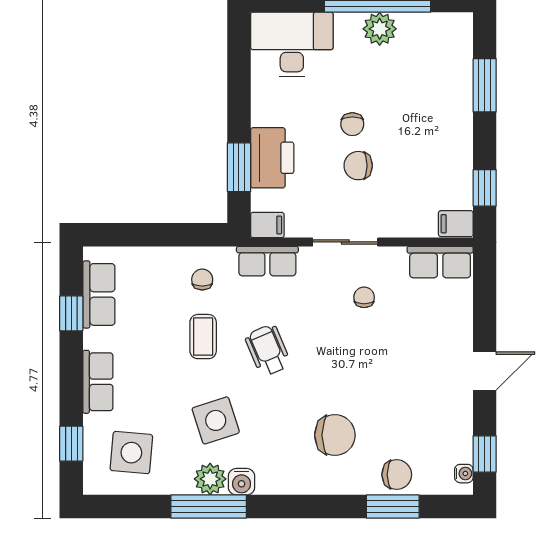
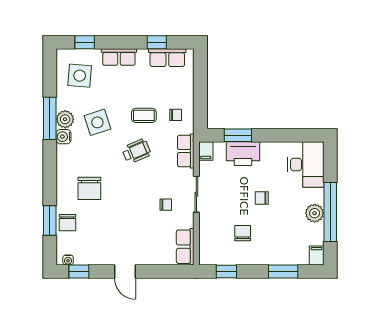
chair: (358, 166) -> (243, 233), moved
filing cabinet: (456, 224) -> (317, 255), moved

